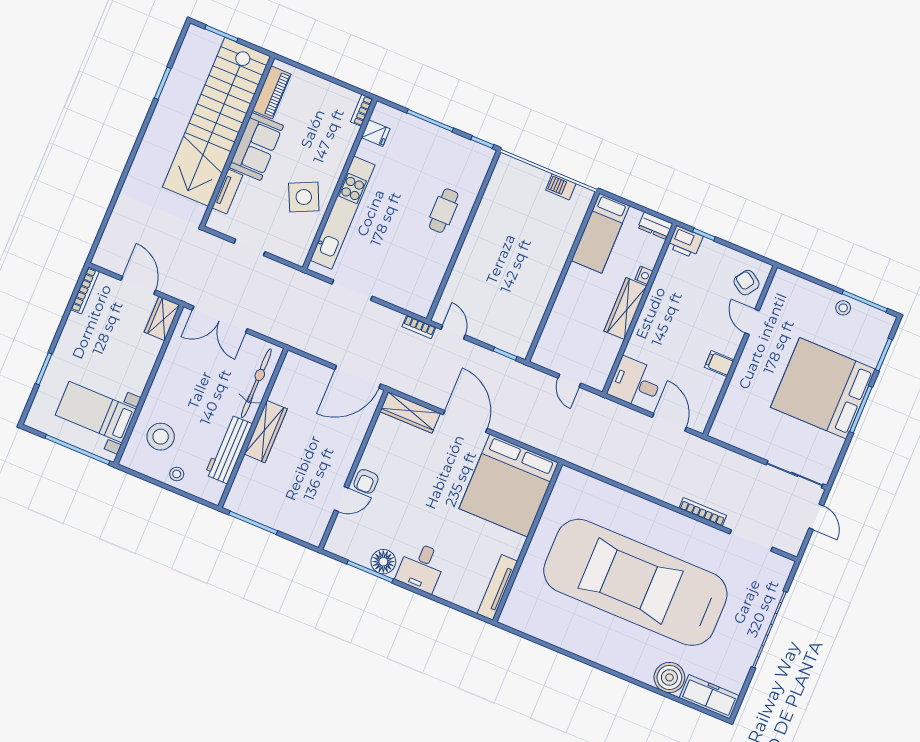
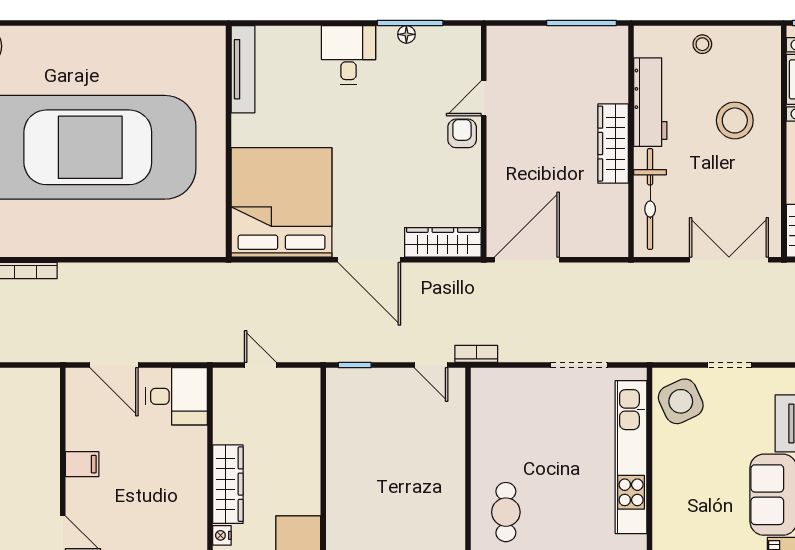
side table: (304, 197) -> (681, 401), moved
stool: (161, 437) -> (735, 120), moved
floor lamp: (383, 562) -> (406, 34), width x0.53, depth x0.53

